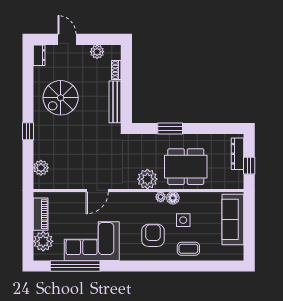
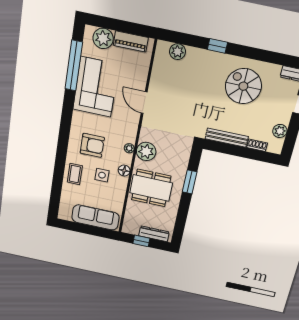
dining table: (186, 167) -> (151, 188), turned 90
plant: (161, 197) -> (129, 148), moved

